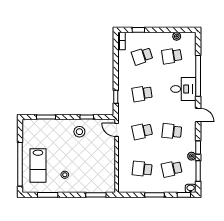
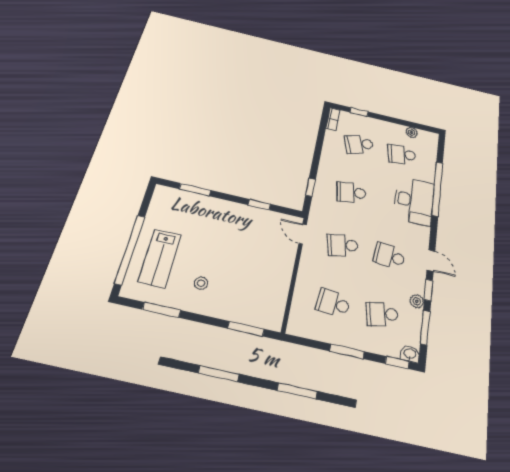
desk: (183, 89) -> (414, 201), width x1.37
door: (198, 115) -> (431, 261), moved
stool: (79, 132) -> (243, 223), removed

